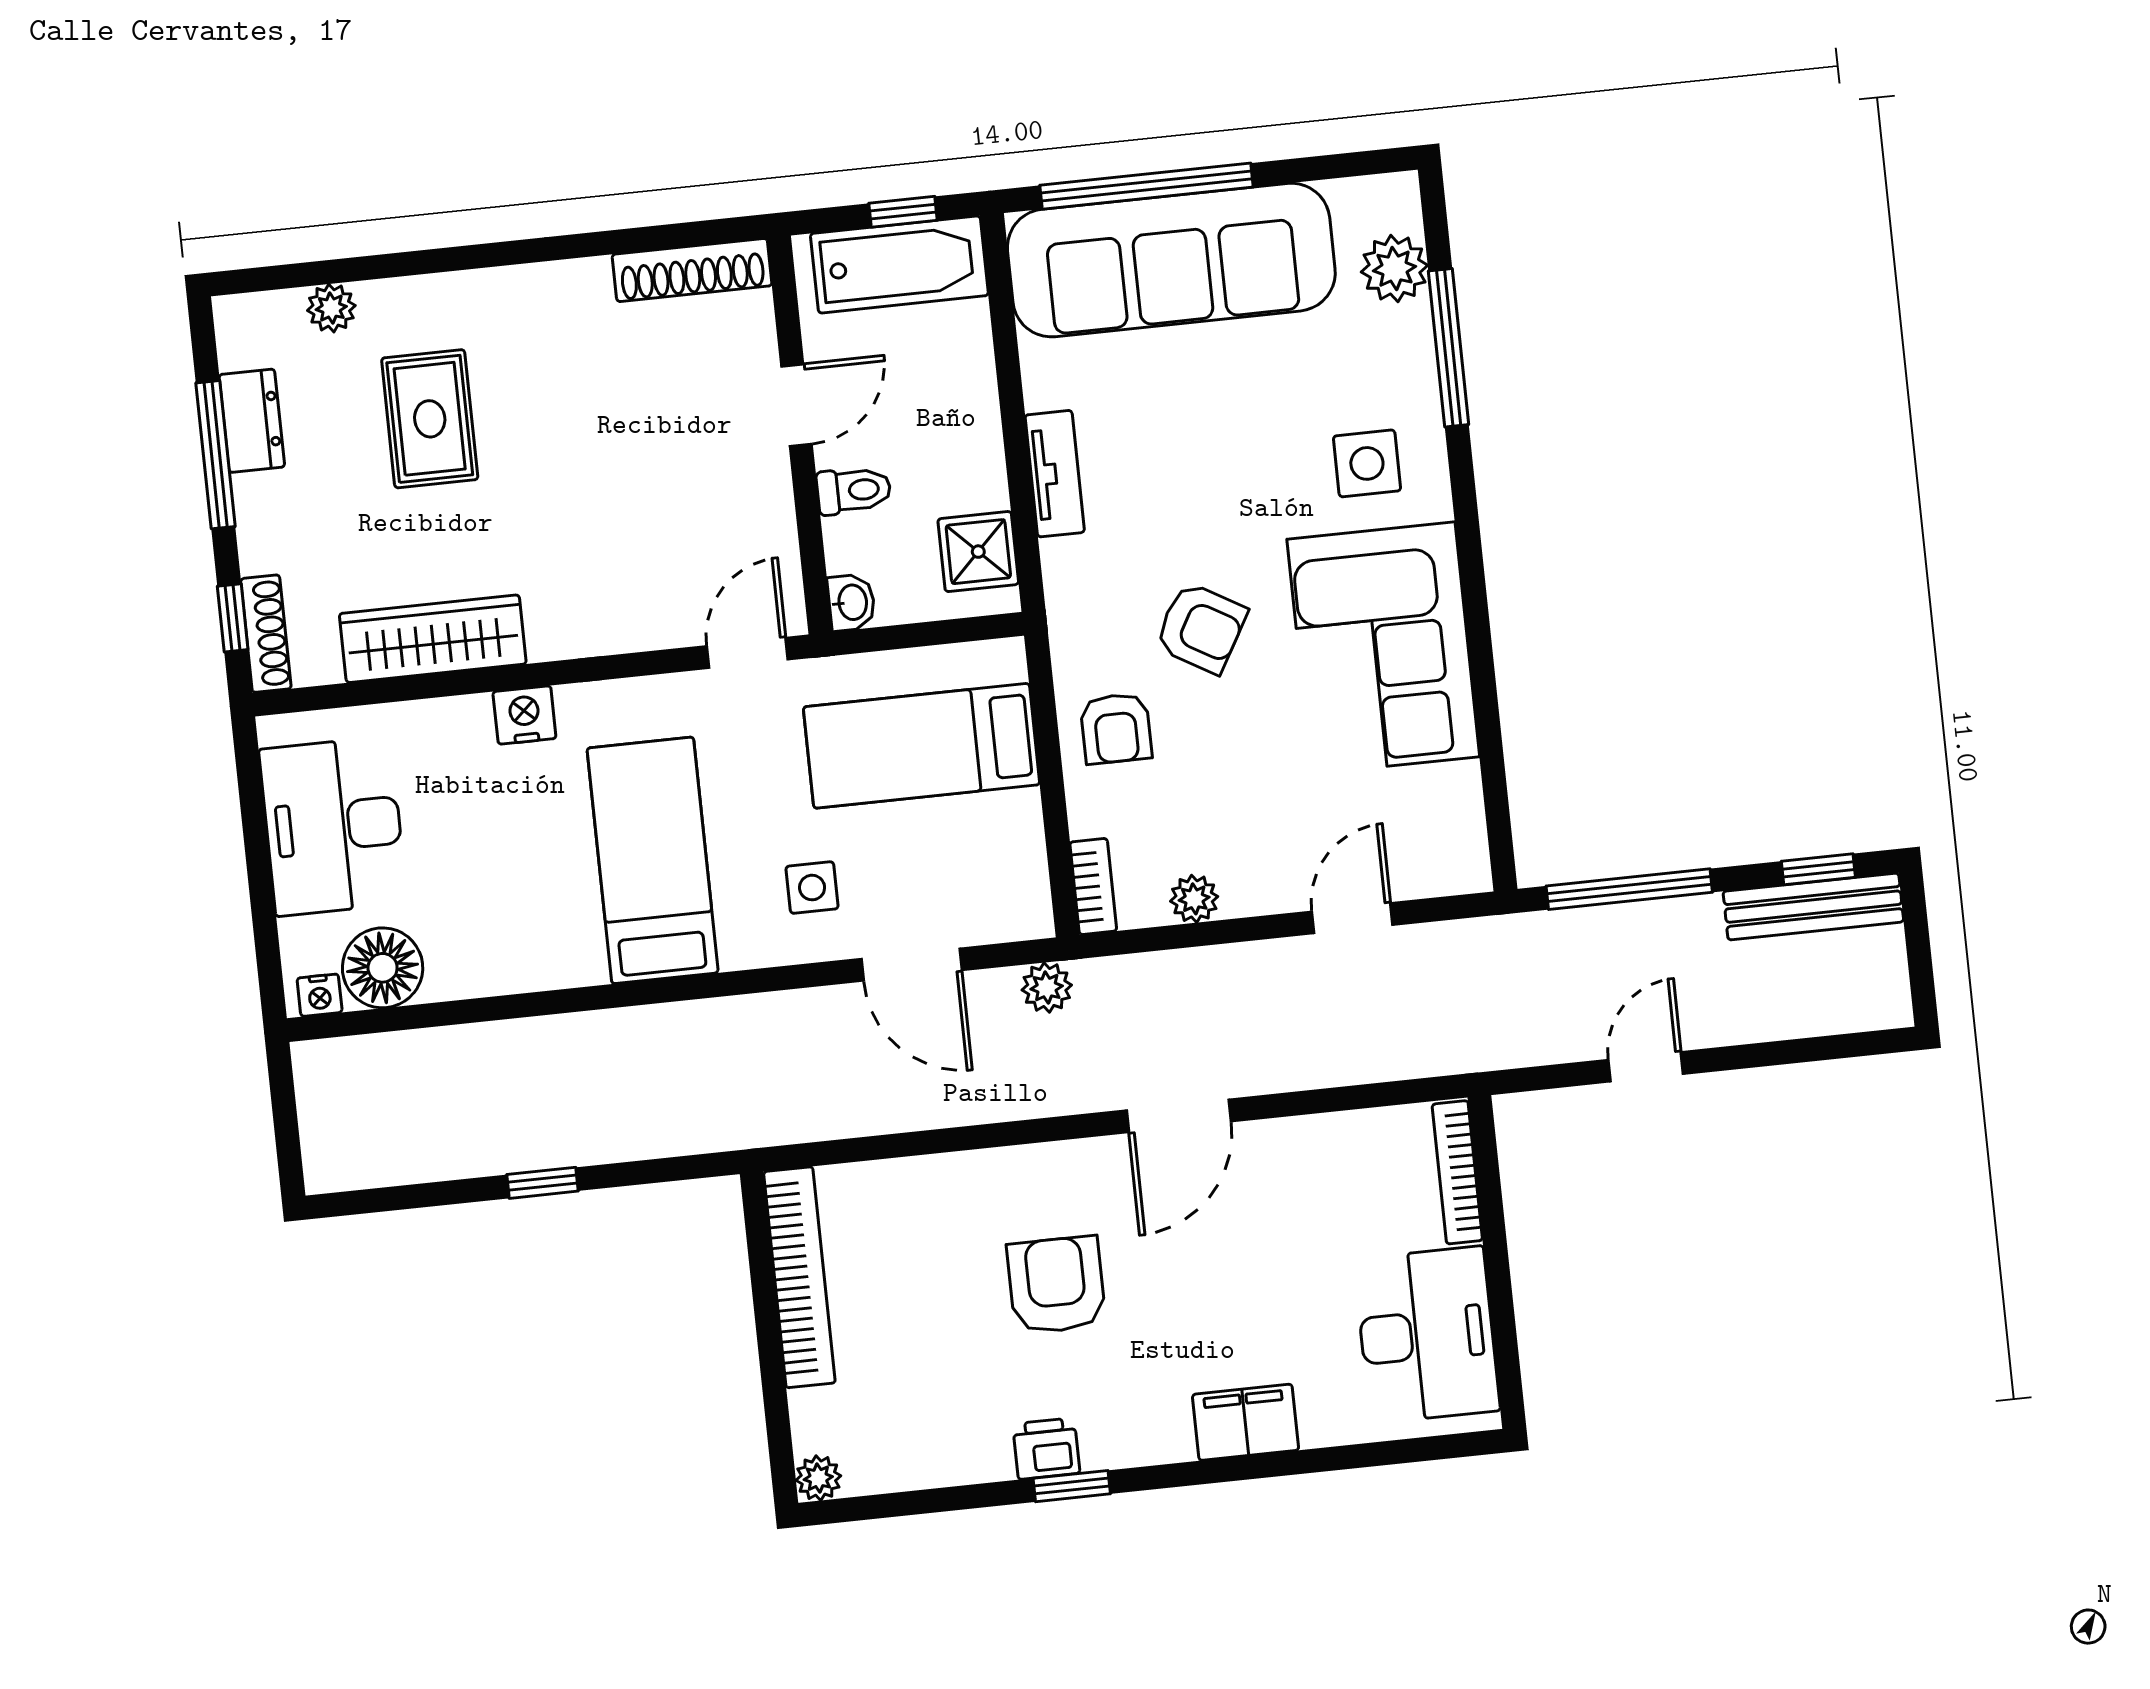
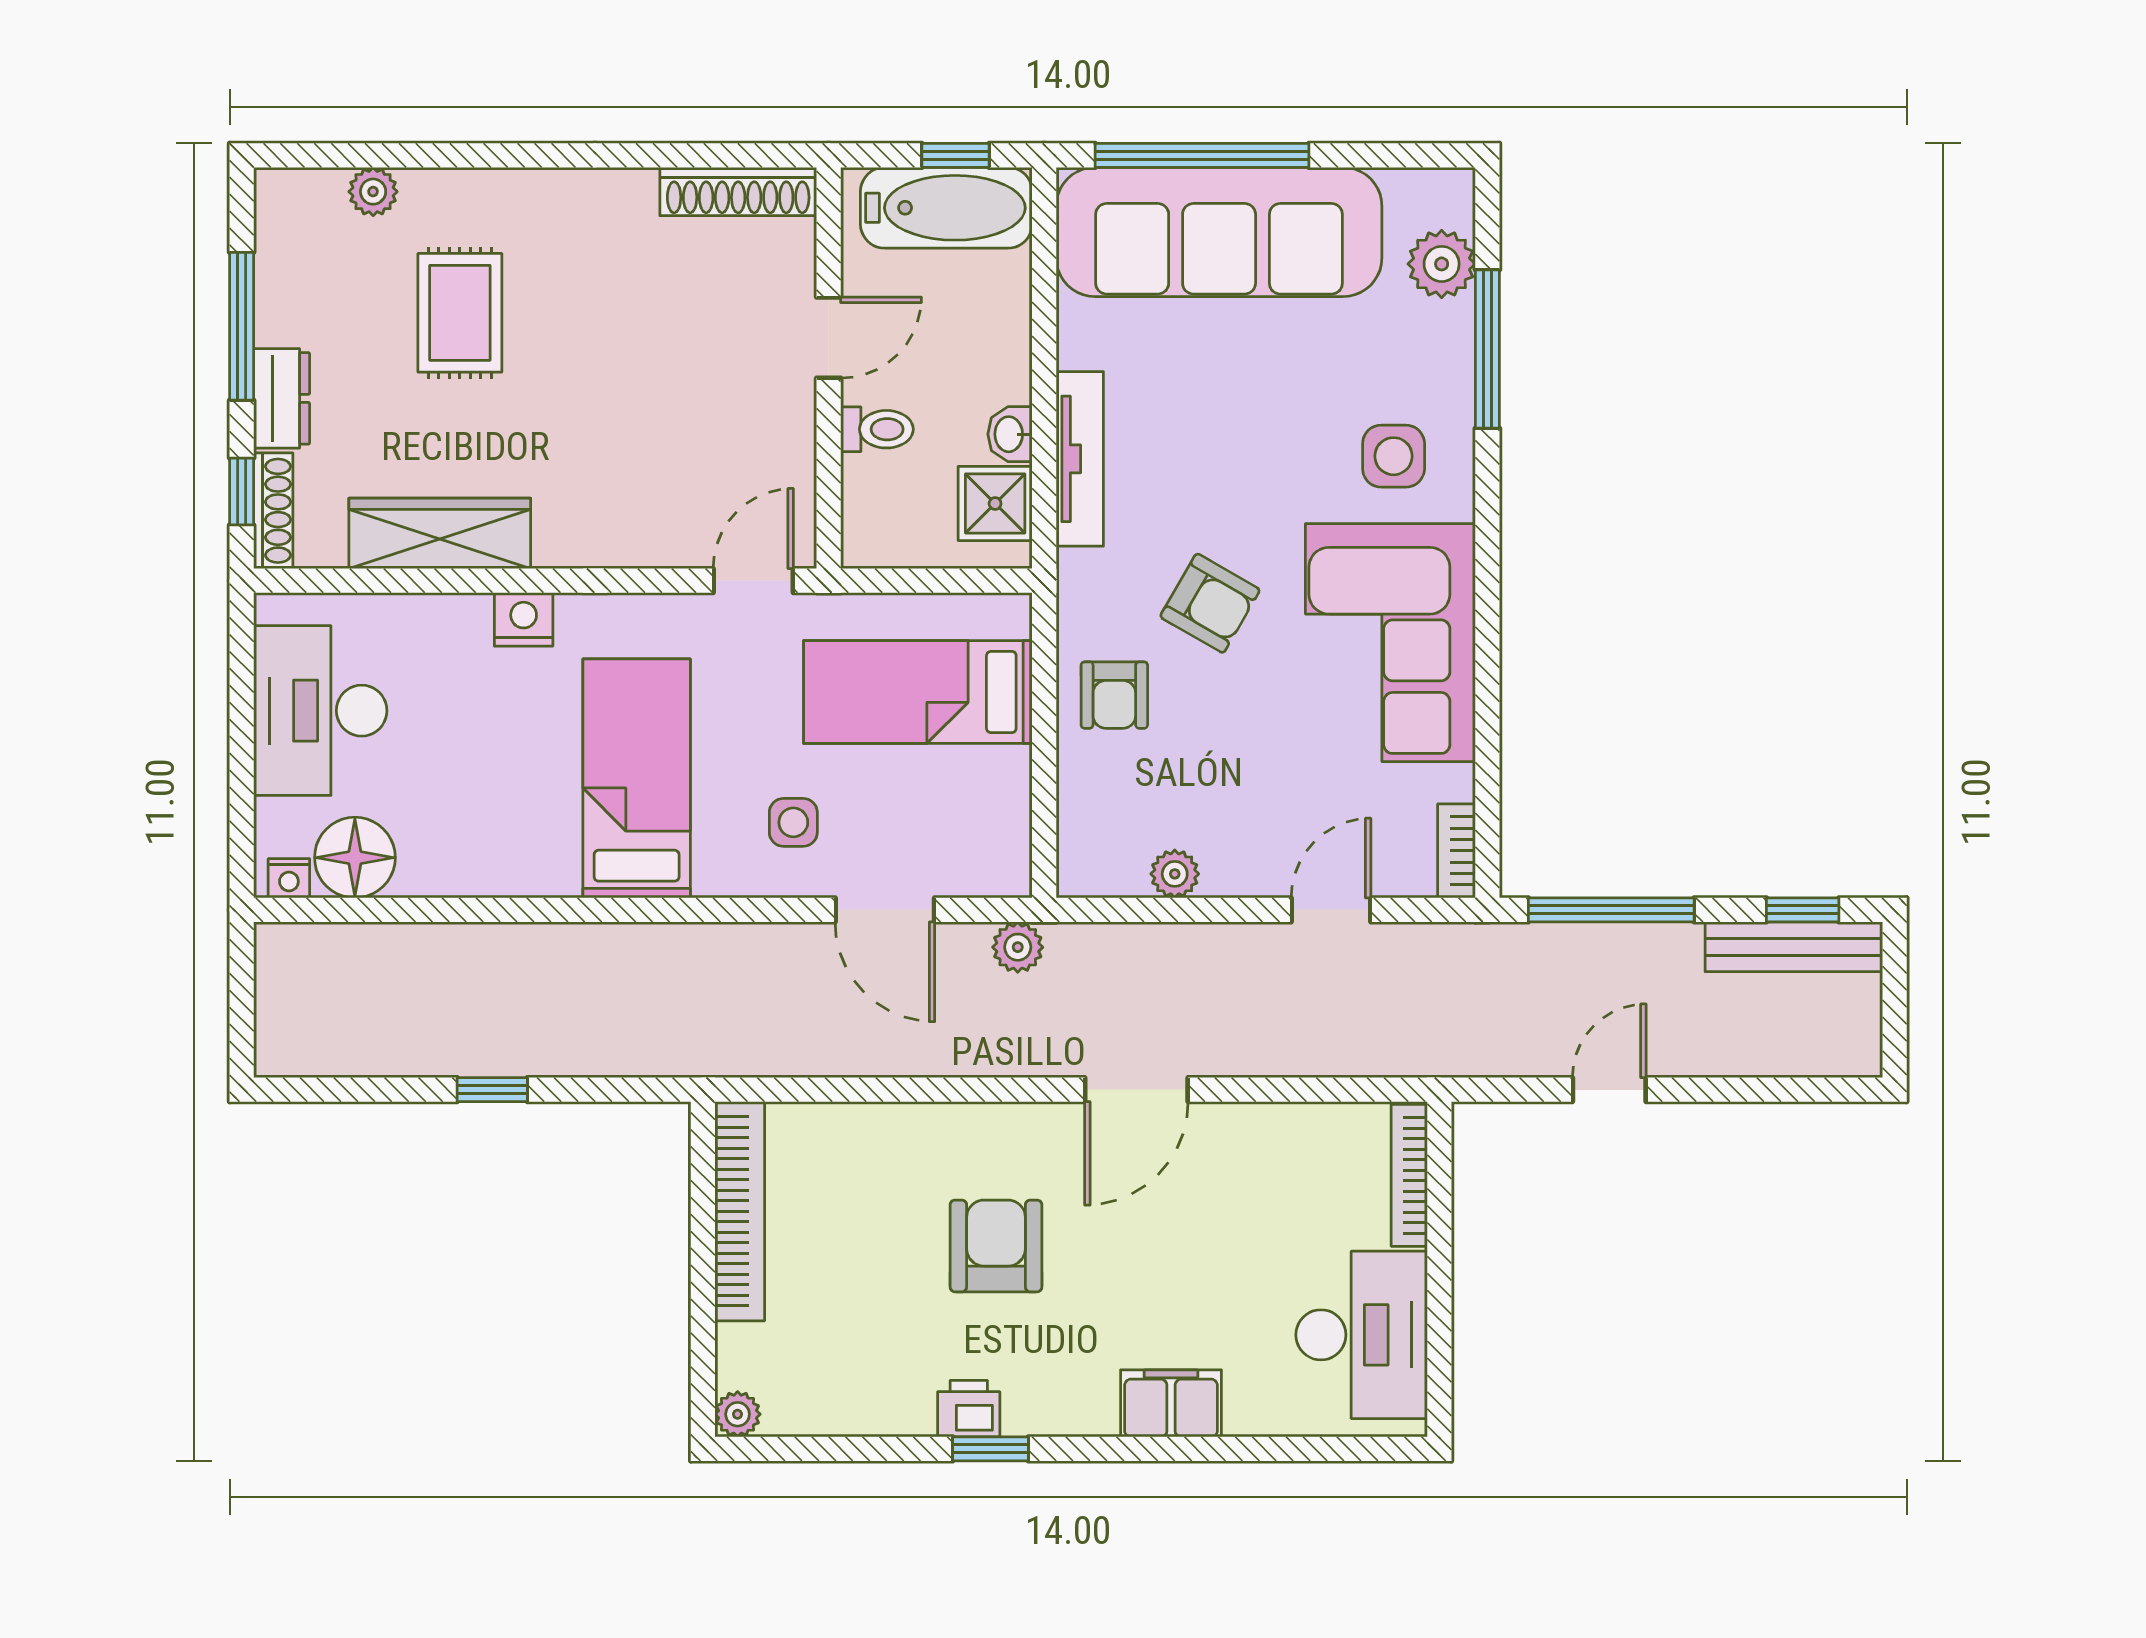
dresser: (252, 421) -> (282, 398), moved
tv unit: (1055, 474) -> (1080, 459), width x1.41
washbasin: (851, 602) -> (1010, 434), moved, turned 180
bookcase: (1093, 886) -> (1457, 851), moved, turned 180

